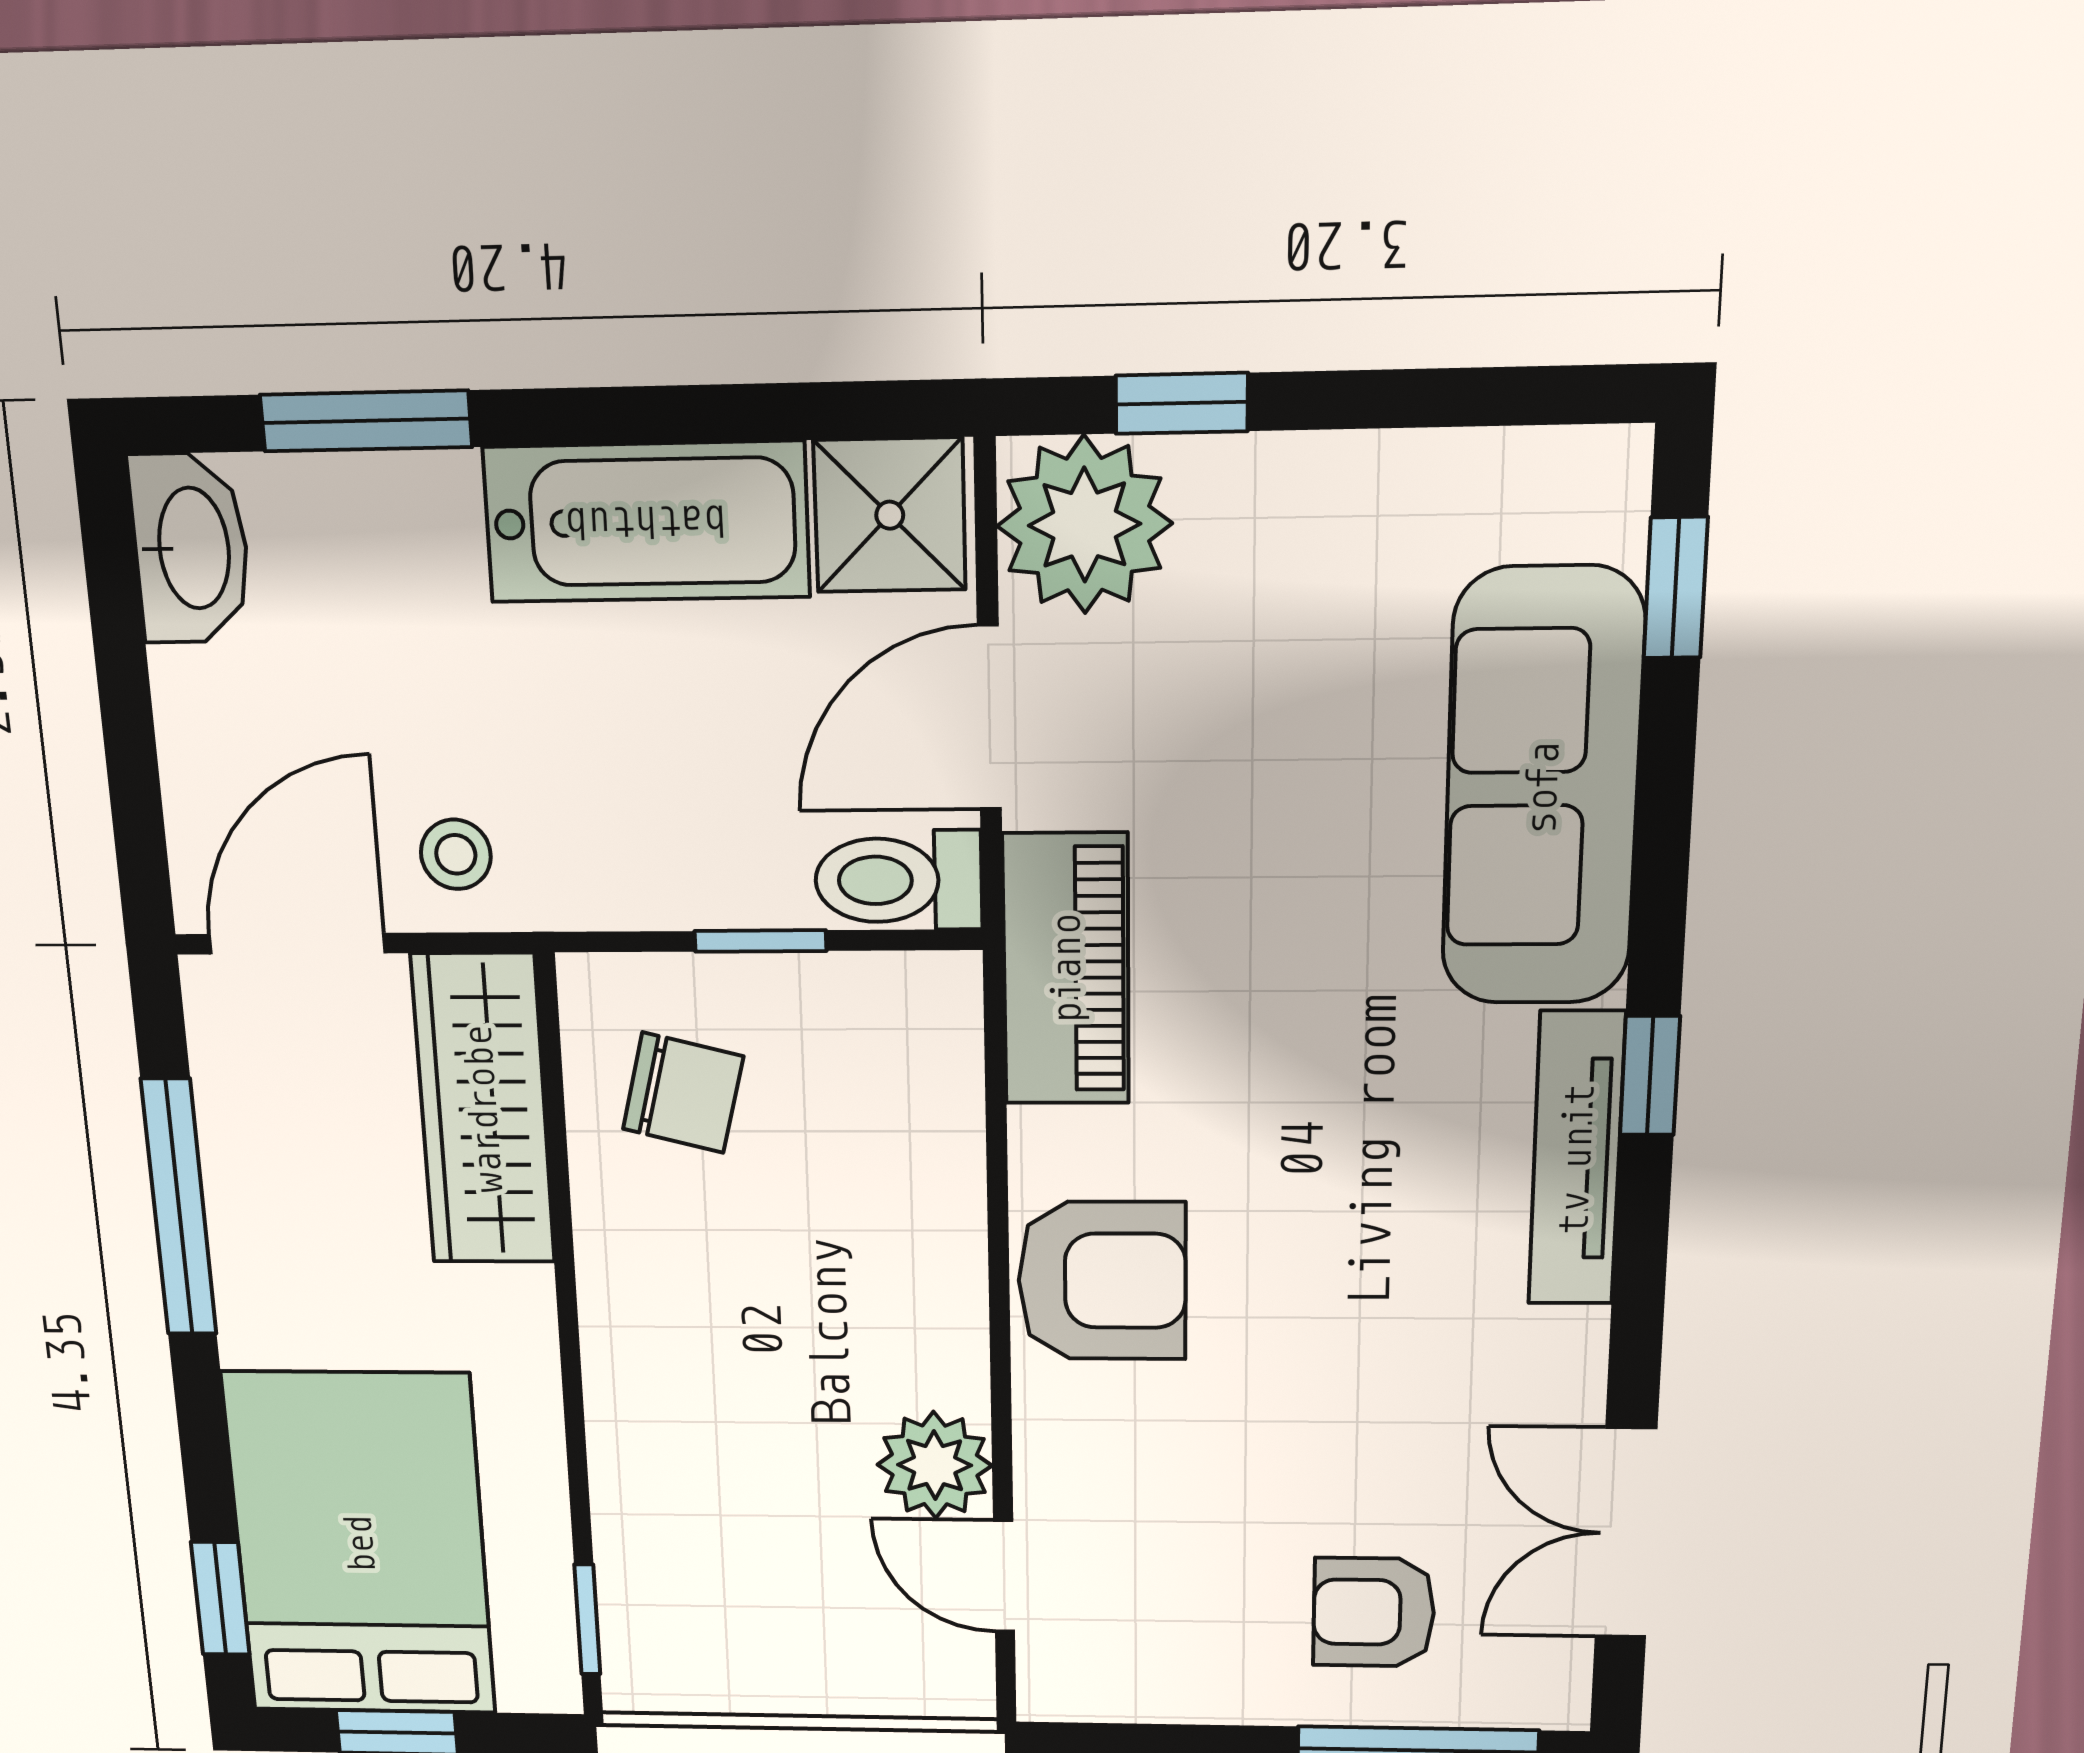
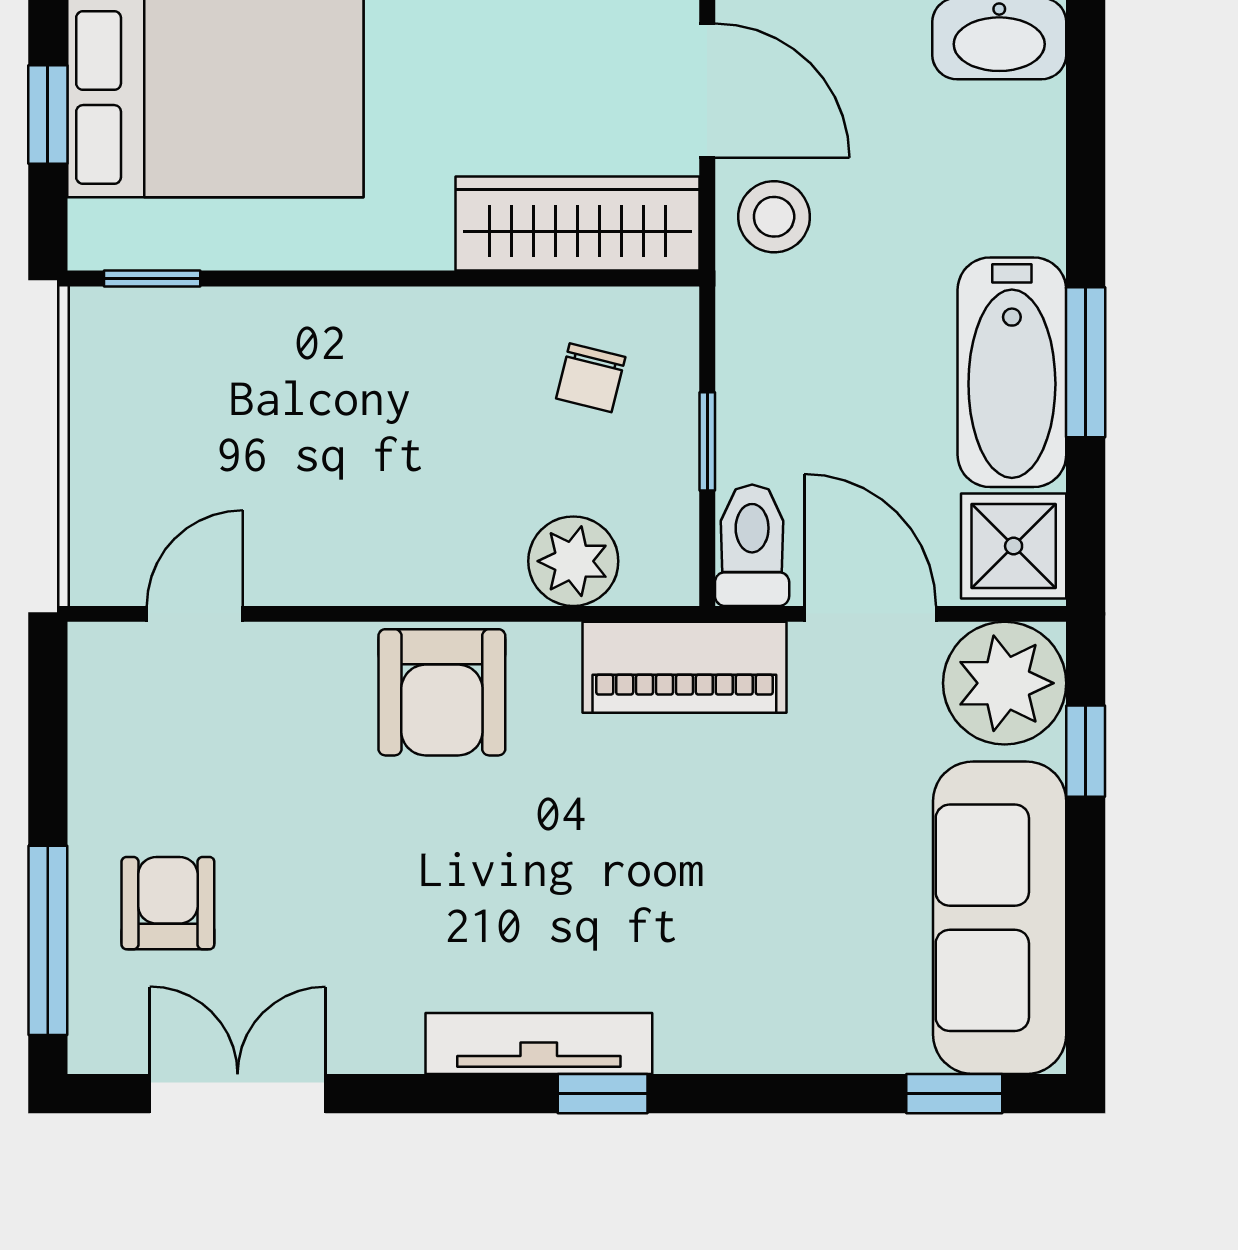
window: (366, 421) -> (1086, 362), moved
sofa: (1542, 789) -> (1000, 918), moved, turned -90
stool: (456, 854) -> (774, 217), width x1.37, depth x1.37
chair: (683, 1093) -> (591, 378), width x0.73, depth x0.73
plant: (935, 1465) -> (573, 561), moved

